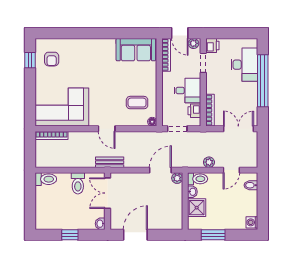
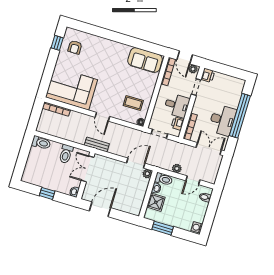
desk: (244, 65) -> (222, 120), moved

